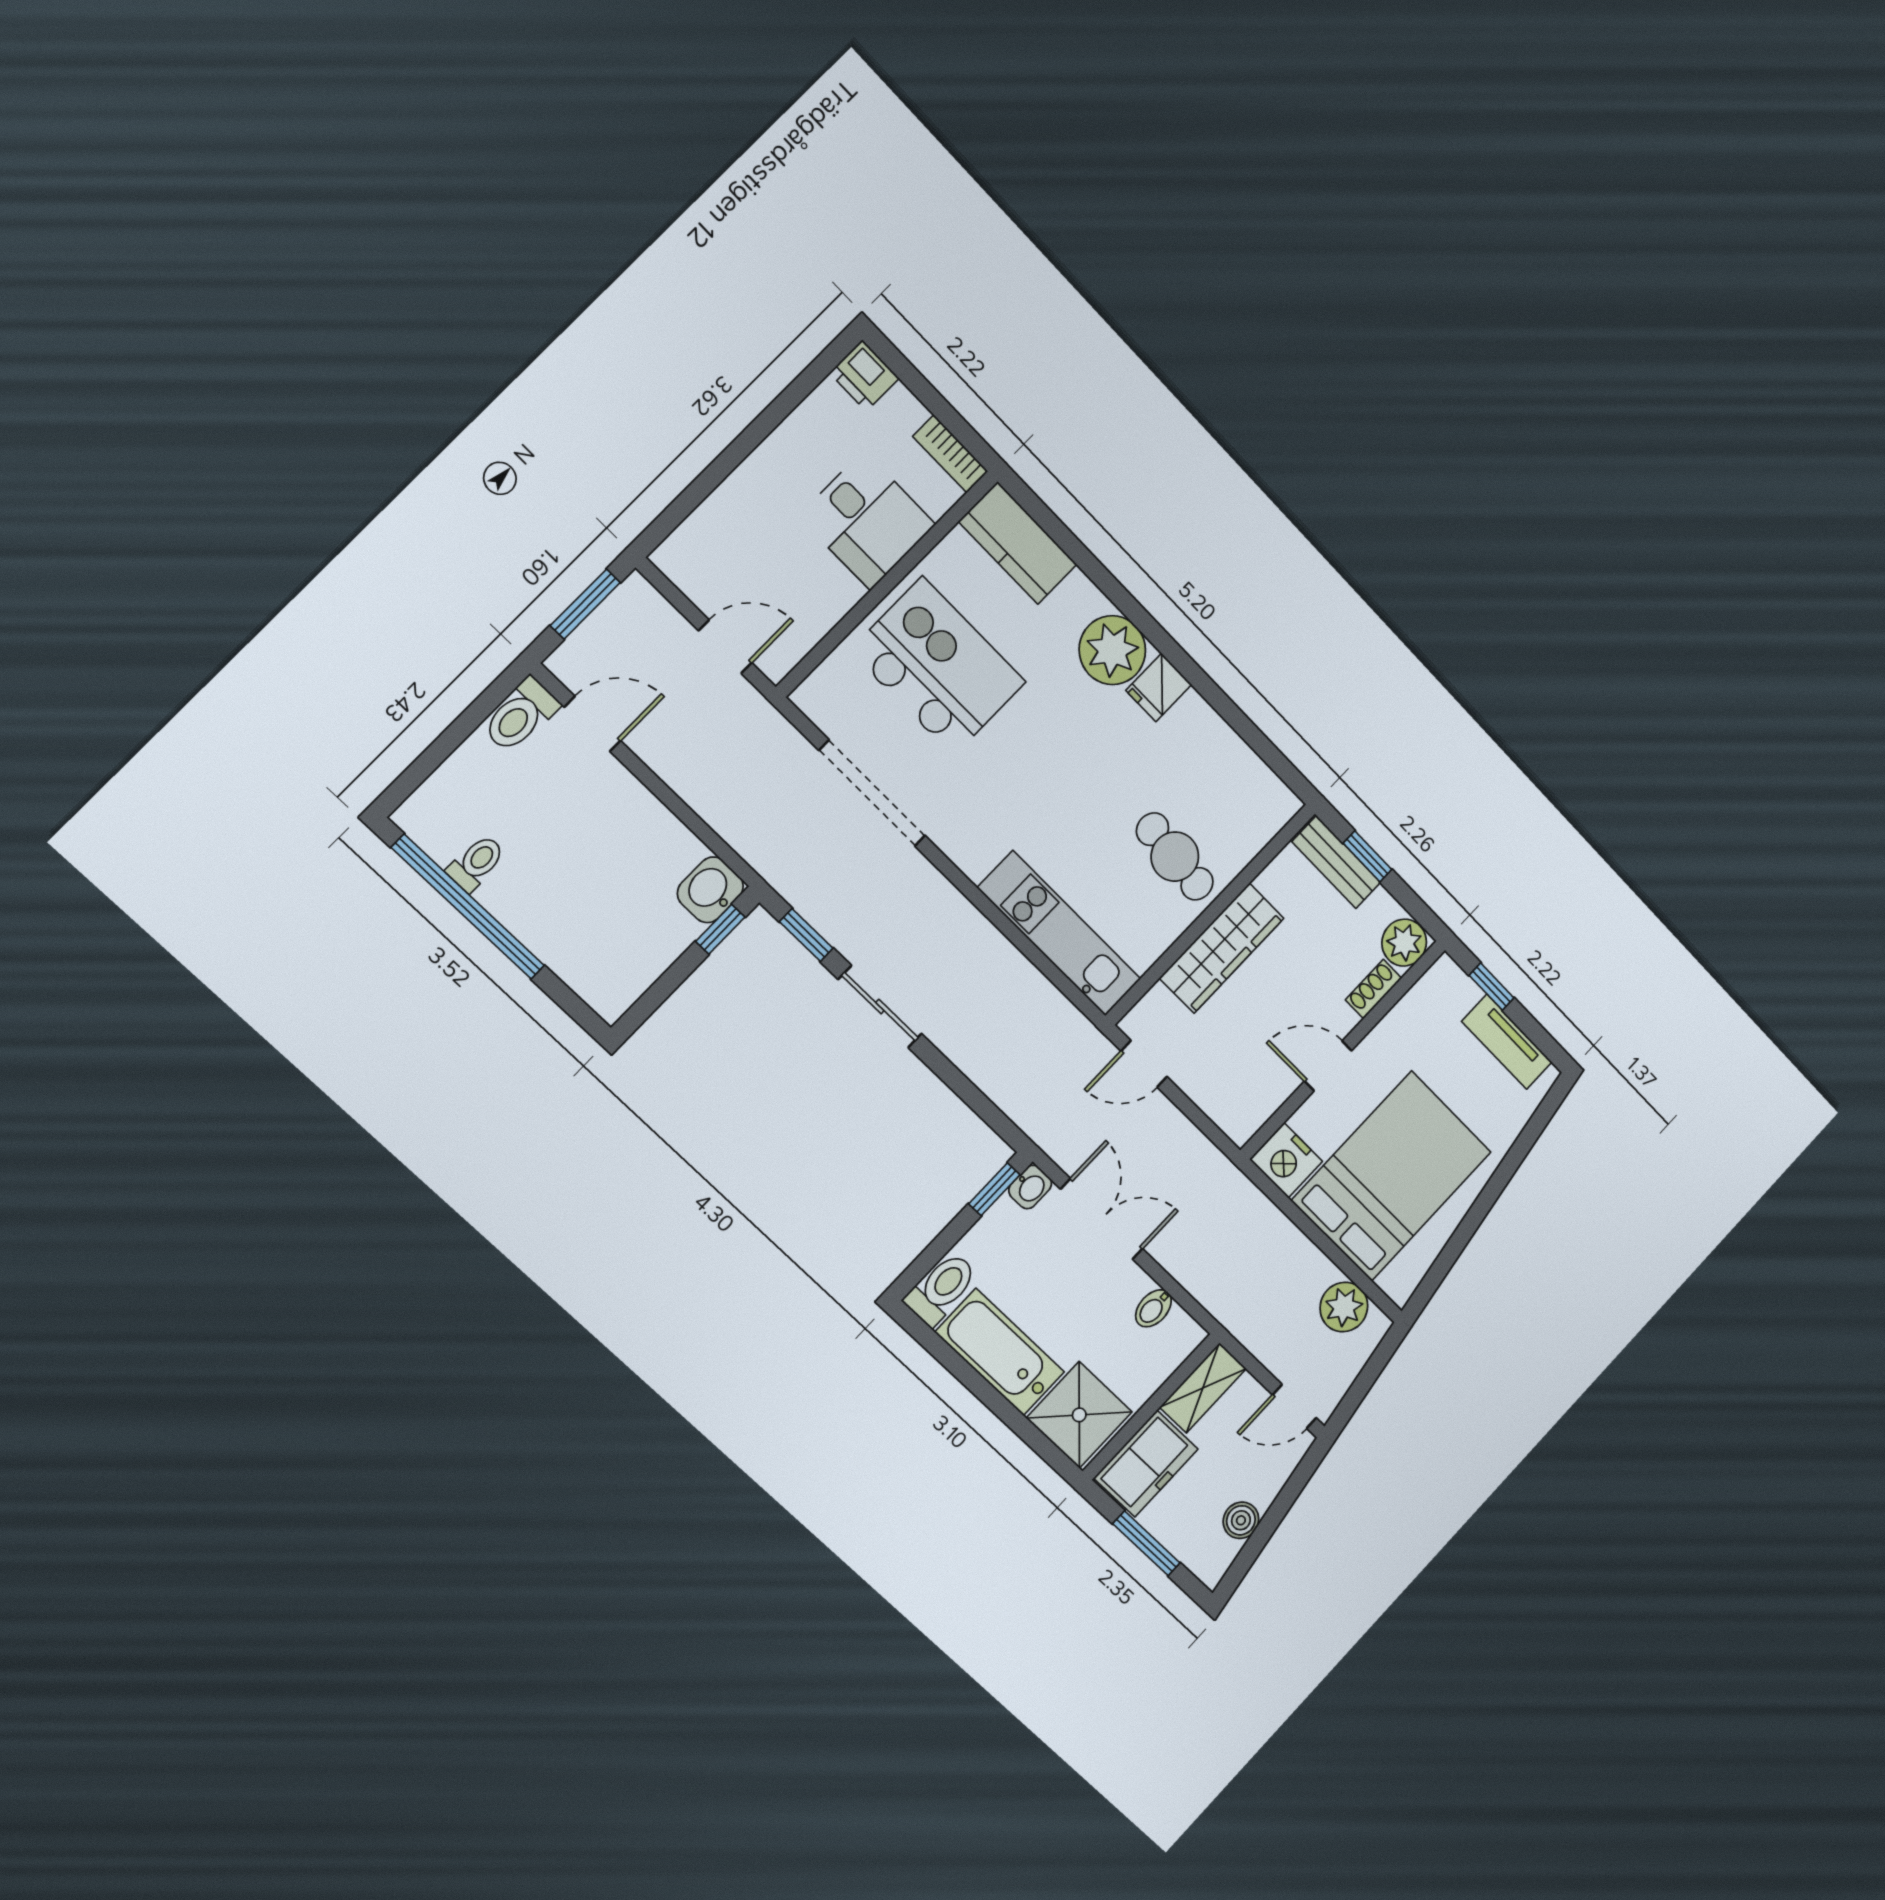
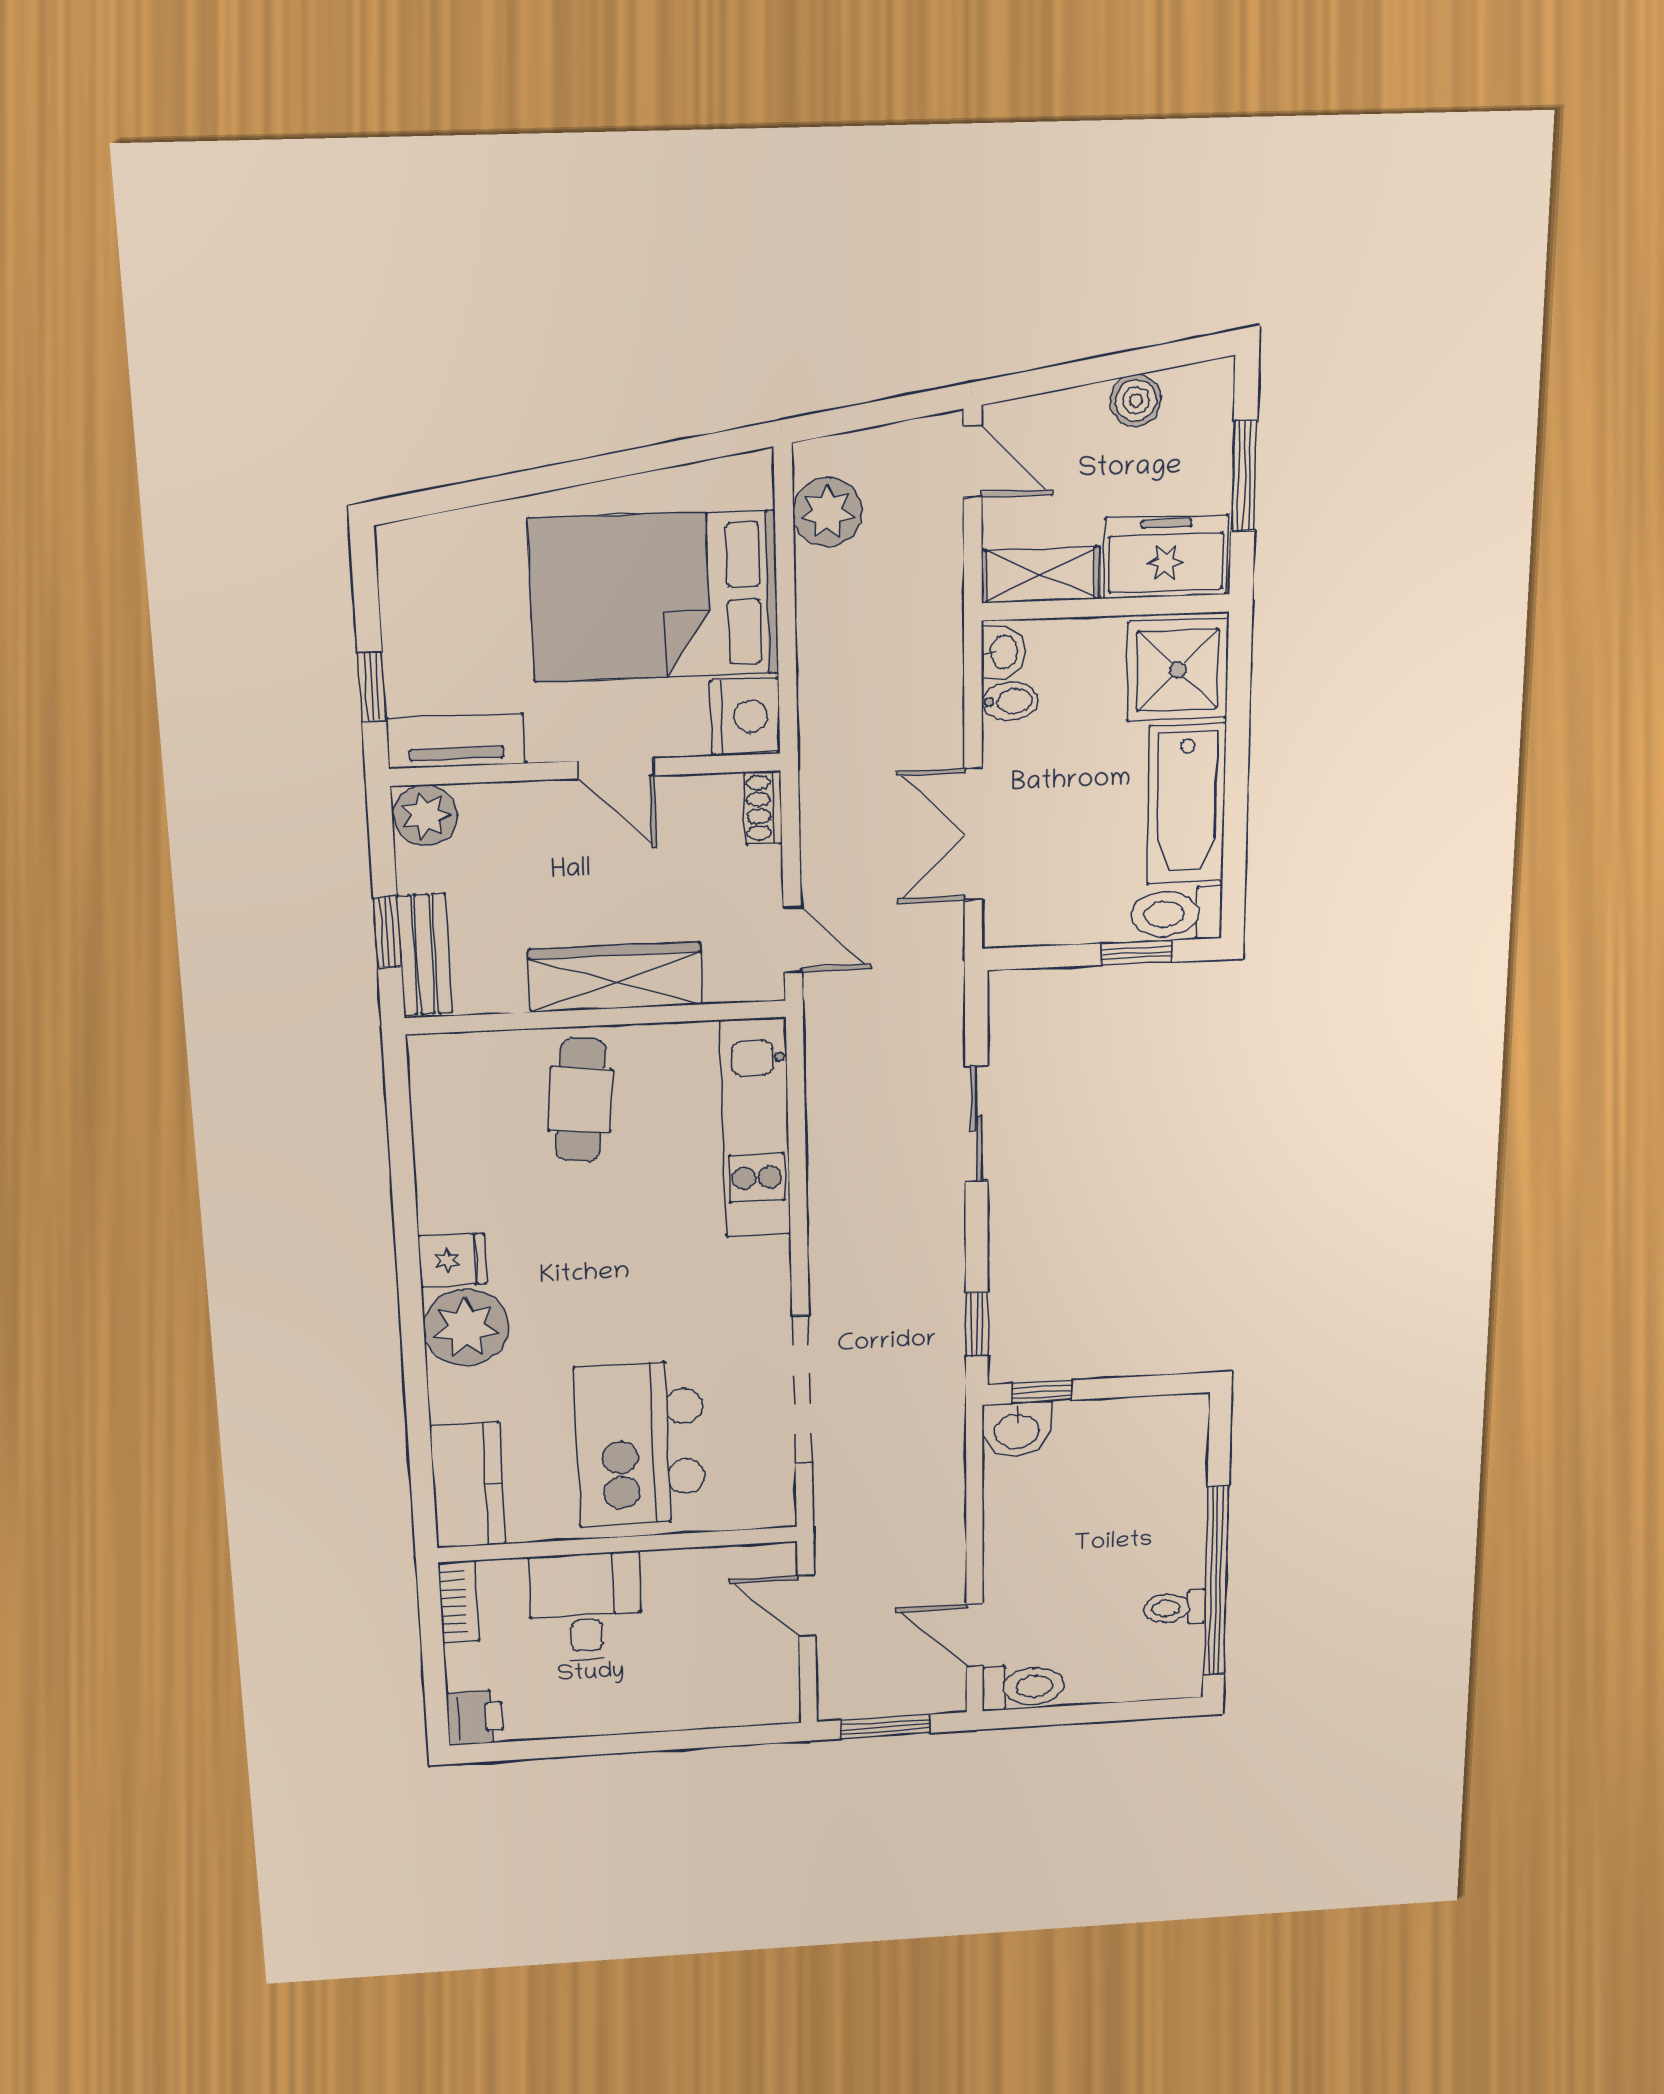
shoe rack: (1373, 989) -> (763, 808), moved, turned 90
sliding door: (880, 1007) -> (976, 1124), moved
tv unit: (1507, 1042) -> (456, 741), moved, turned -90
washbasin: (1030, 1187) -> (1003, 652), moved, turned 90
window: (994, 1189) -> (1136, 953), moved

